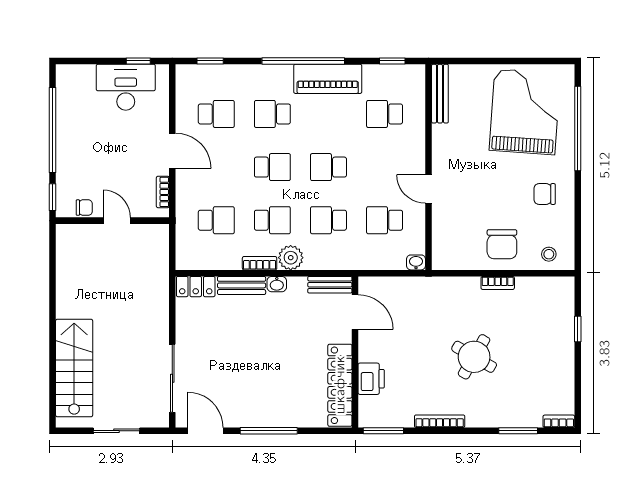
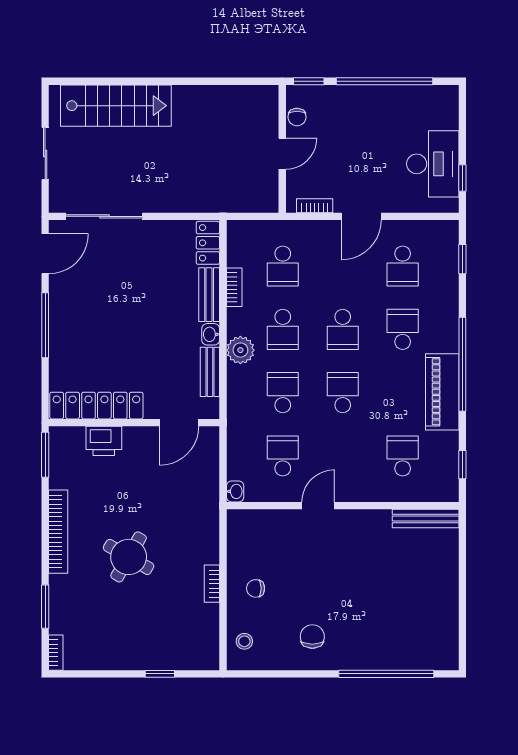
grand piano: (525, 112) -> (405, 614), removed
chair: (502, 244) -> (256, 588), width x0.54, depth x0.54
bookcase: (260, 263) -> (234, 287), moved
bench: (330, 285) -> (210, 372), moved
bookcase: (440, 421) -> (58, 532), width x1.48, depth x1.31

